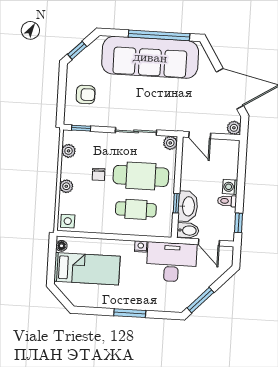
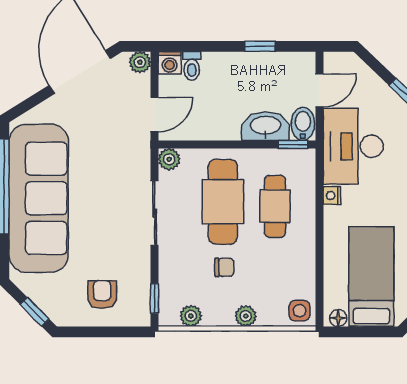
washing machine: (230, 187) -> (170, 63), moved
toilet: (227, 201) -> (192, 66), moved
window: (176, 203) -> (293, 145), moved
window: (239, 223) -> (260, 46), moved

